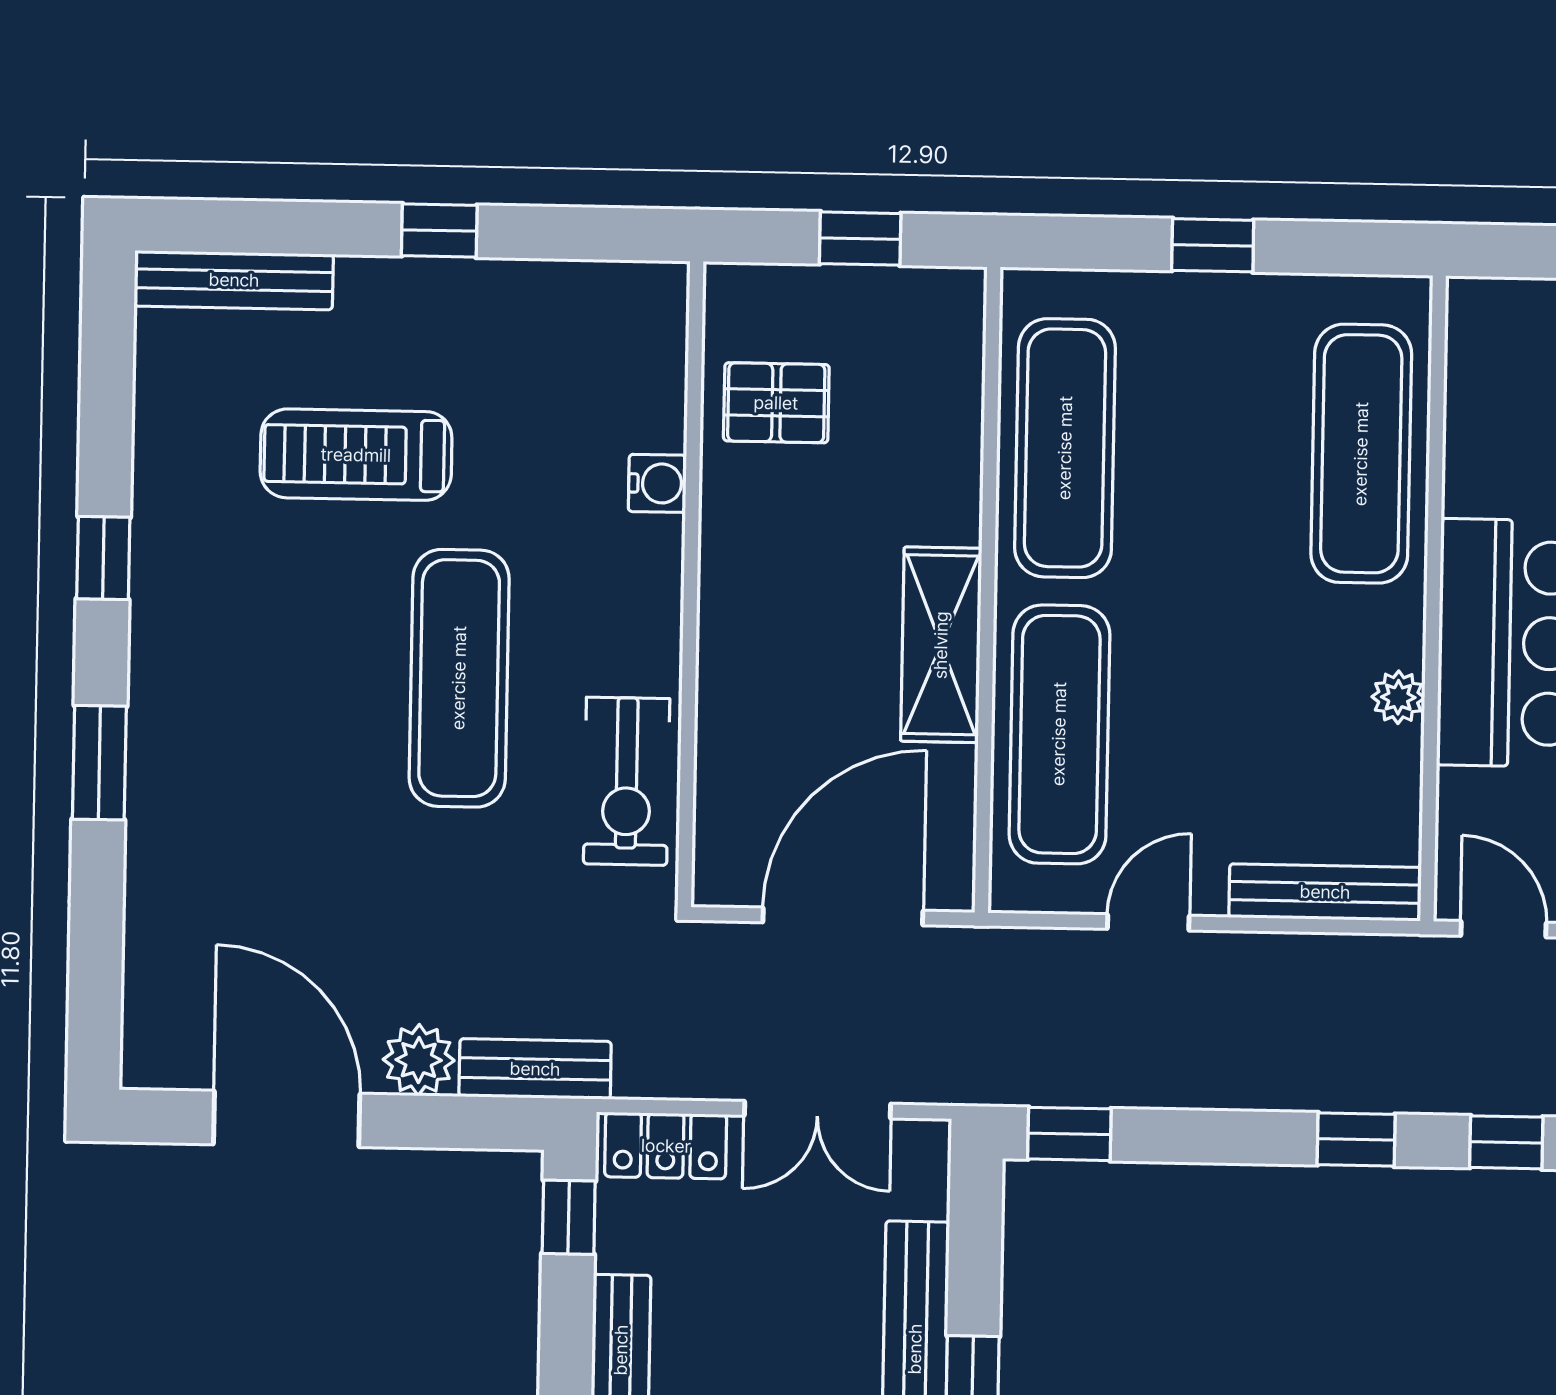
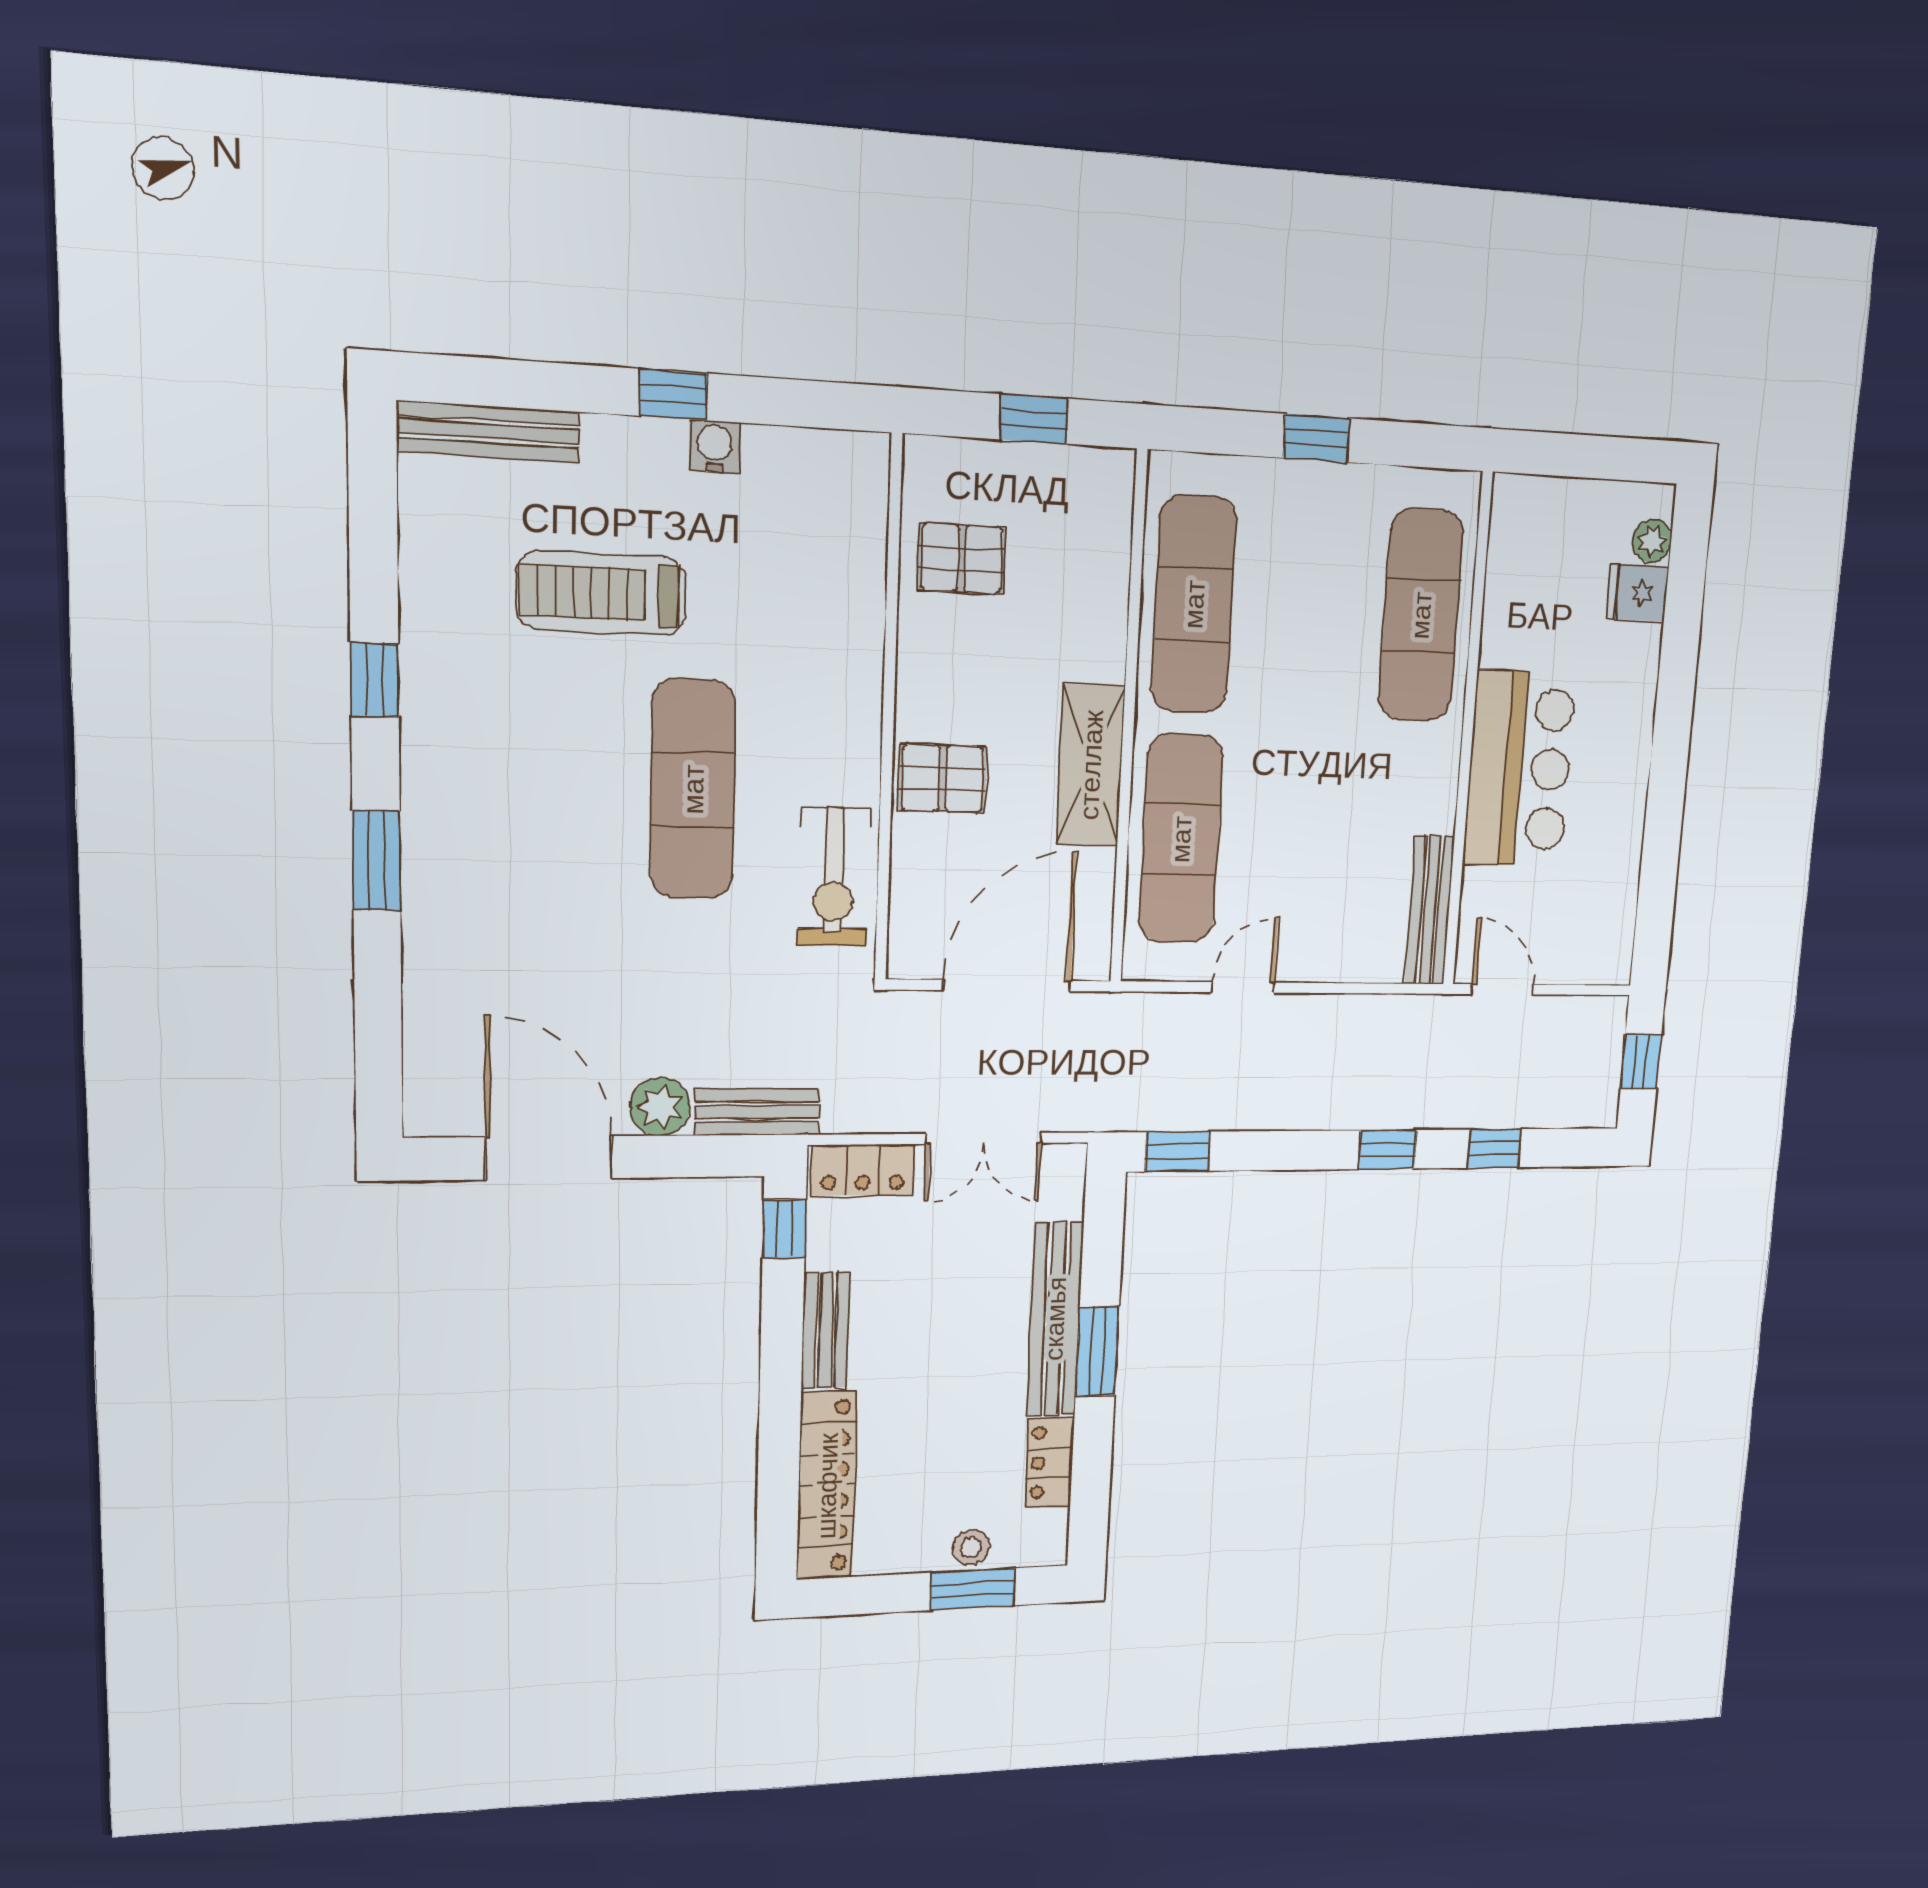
water cooler: (657, 483) -> (714, 447), moved, turned -90
pallet: (757, 662) -> (943, 778), added
plant: (1398, 697) -> (1437, 811), removed
bench: (1325, 892) -> (1430, 910), moved, turned 90

